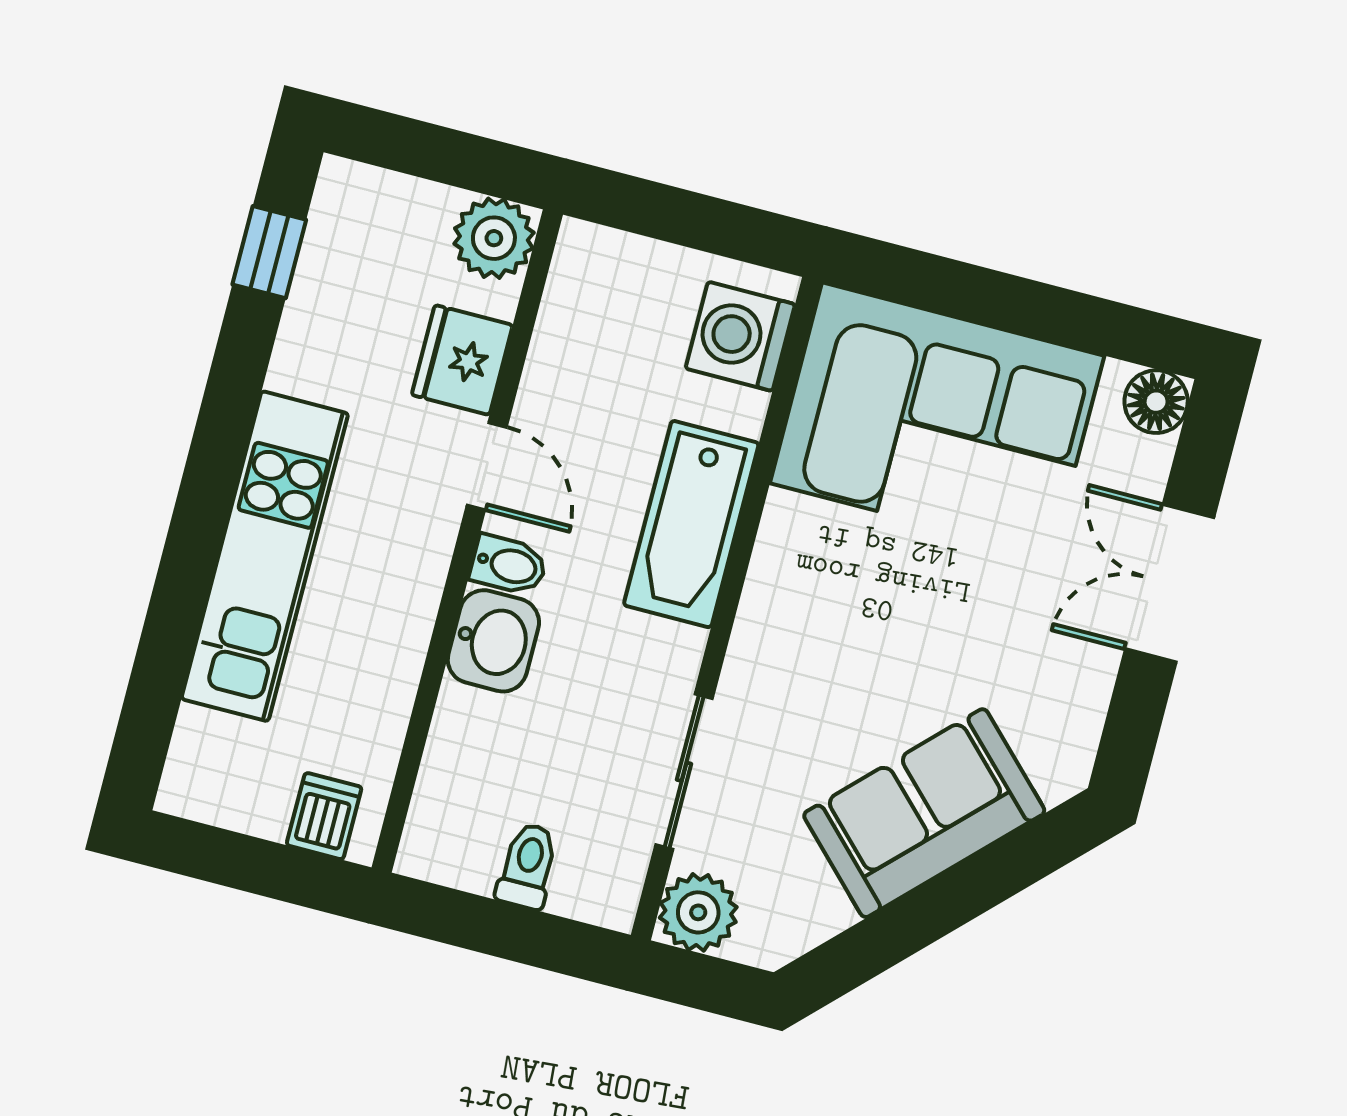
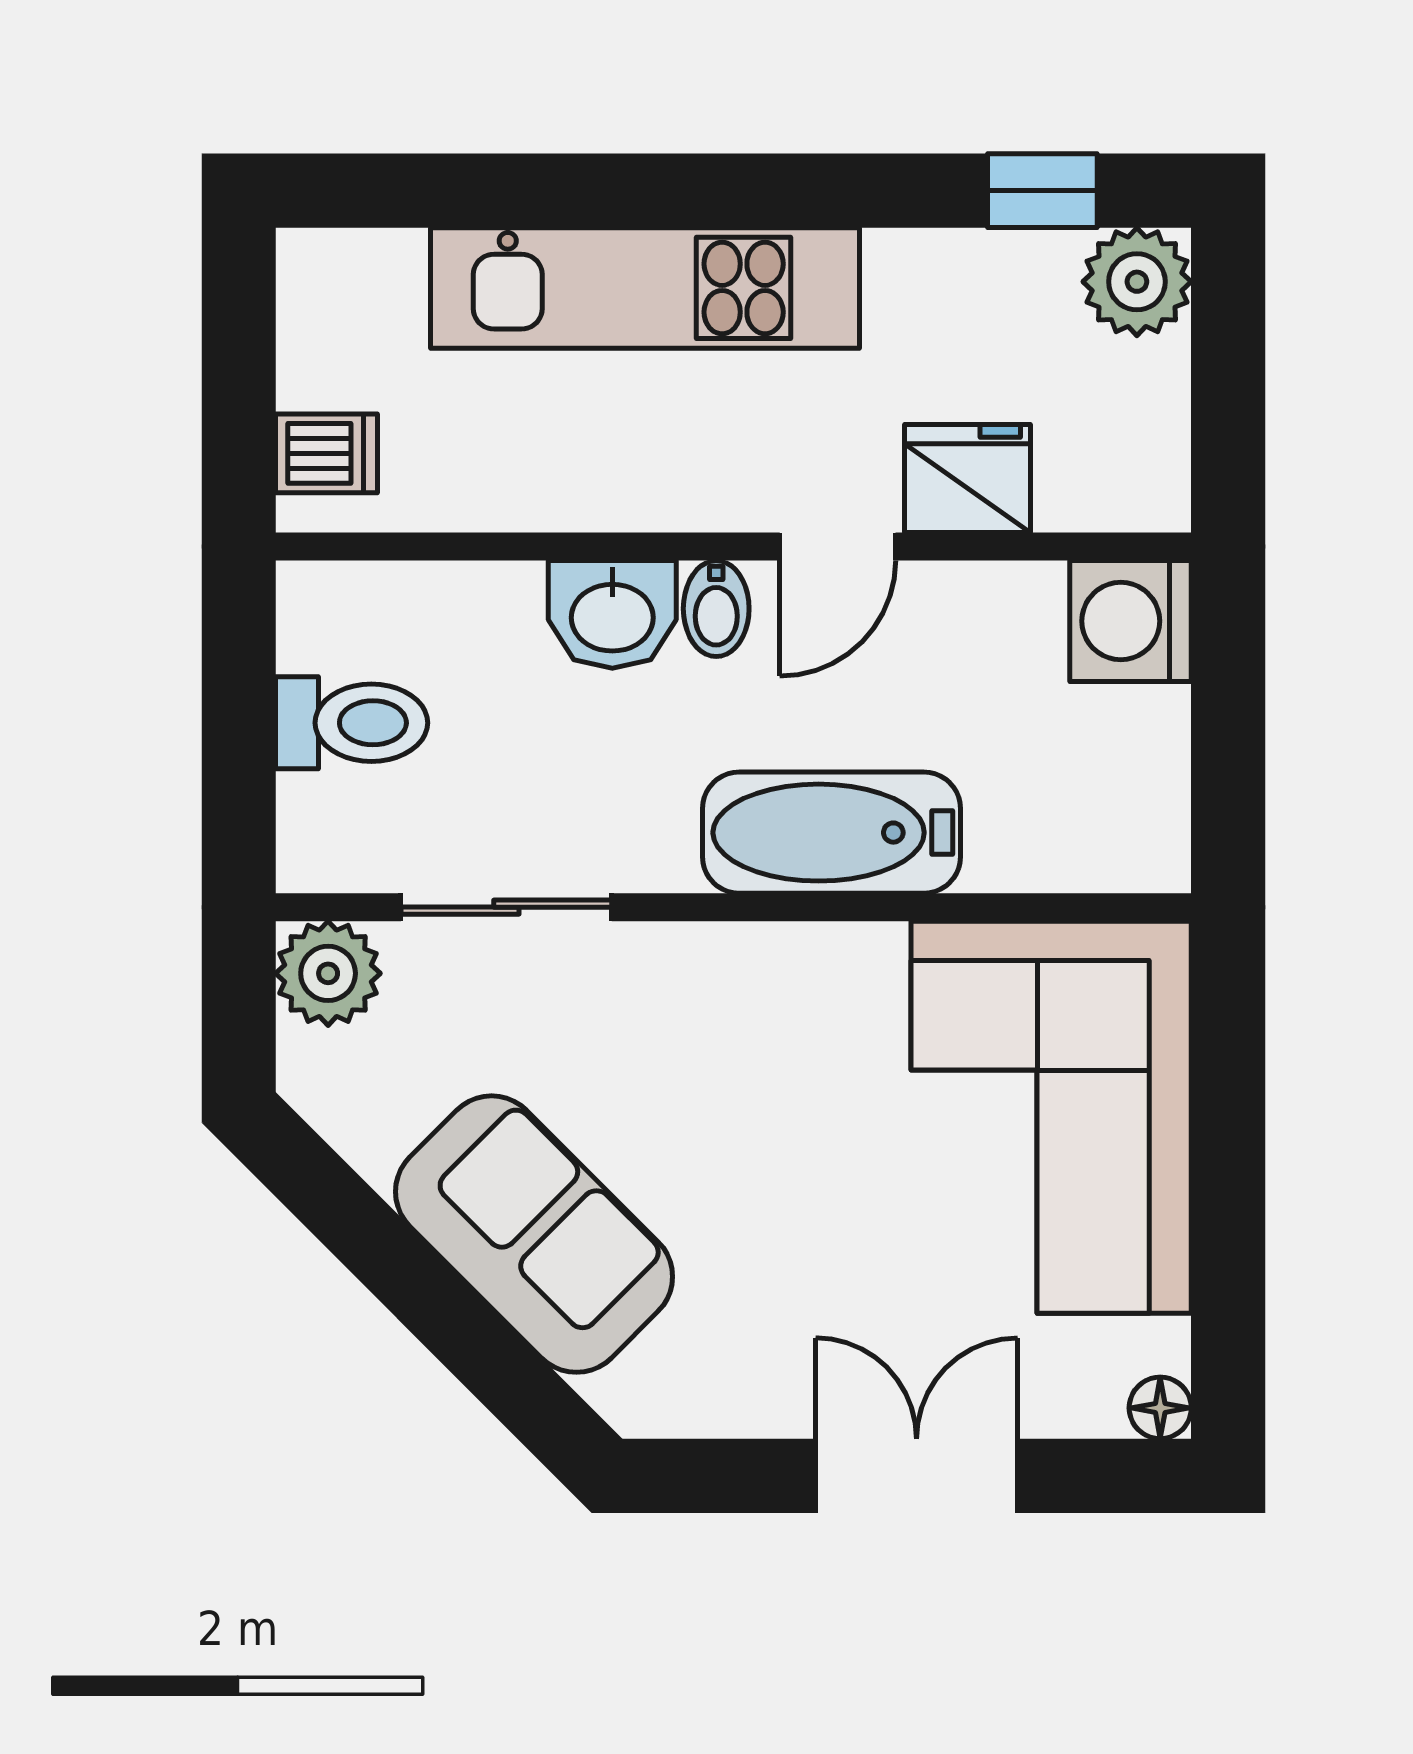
plant: (494, 238) -> (1137, 282), moved
washing machine: (740, 336) -> (1130, 621), moved, turned -90
floor lamp: (1156, 402) -> (1160, 1408), width x0.73, depth x0.73
toilet: (527, 866) -> (352, 723), width x1.37, depth x1.39

